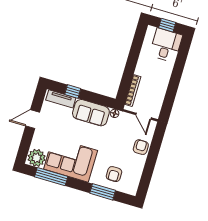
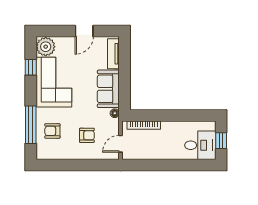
window: (73, 91) -> (125, 64), removed
door: (33, 119) -> (84, 31), swing flipped
armchair: (141, 147) -> (87, 135), moved
window: (51, 177) -> (31, 67), width x0.46
window: (103, 192) -> (31, 125), width x1.44

